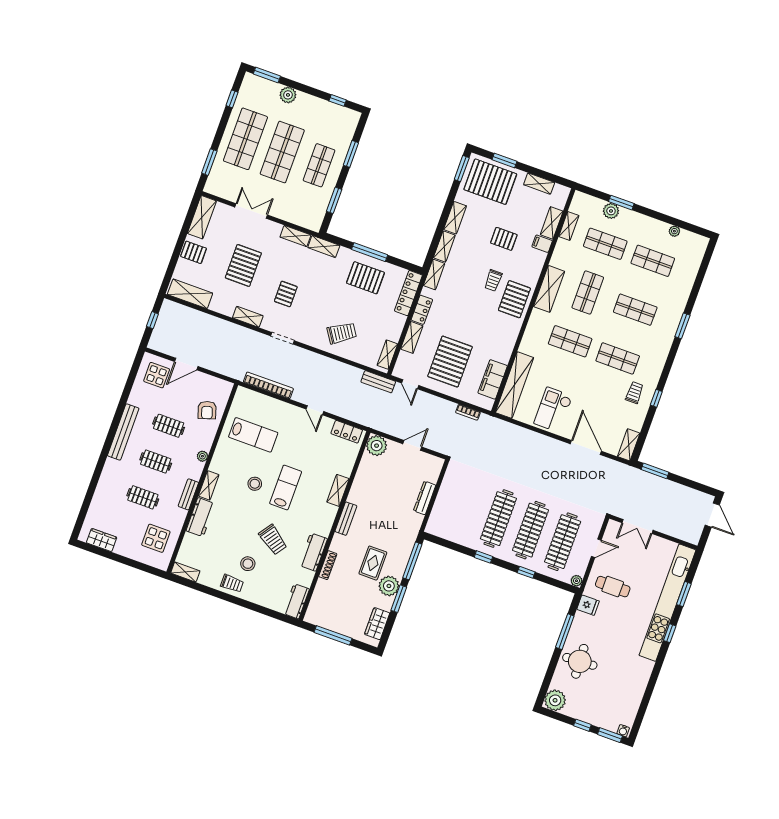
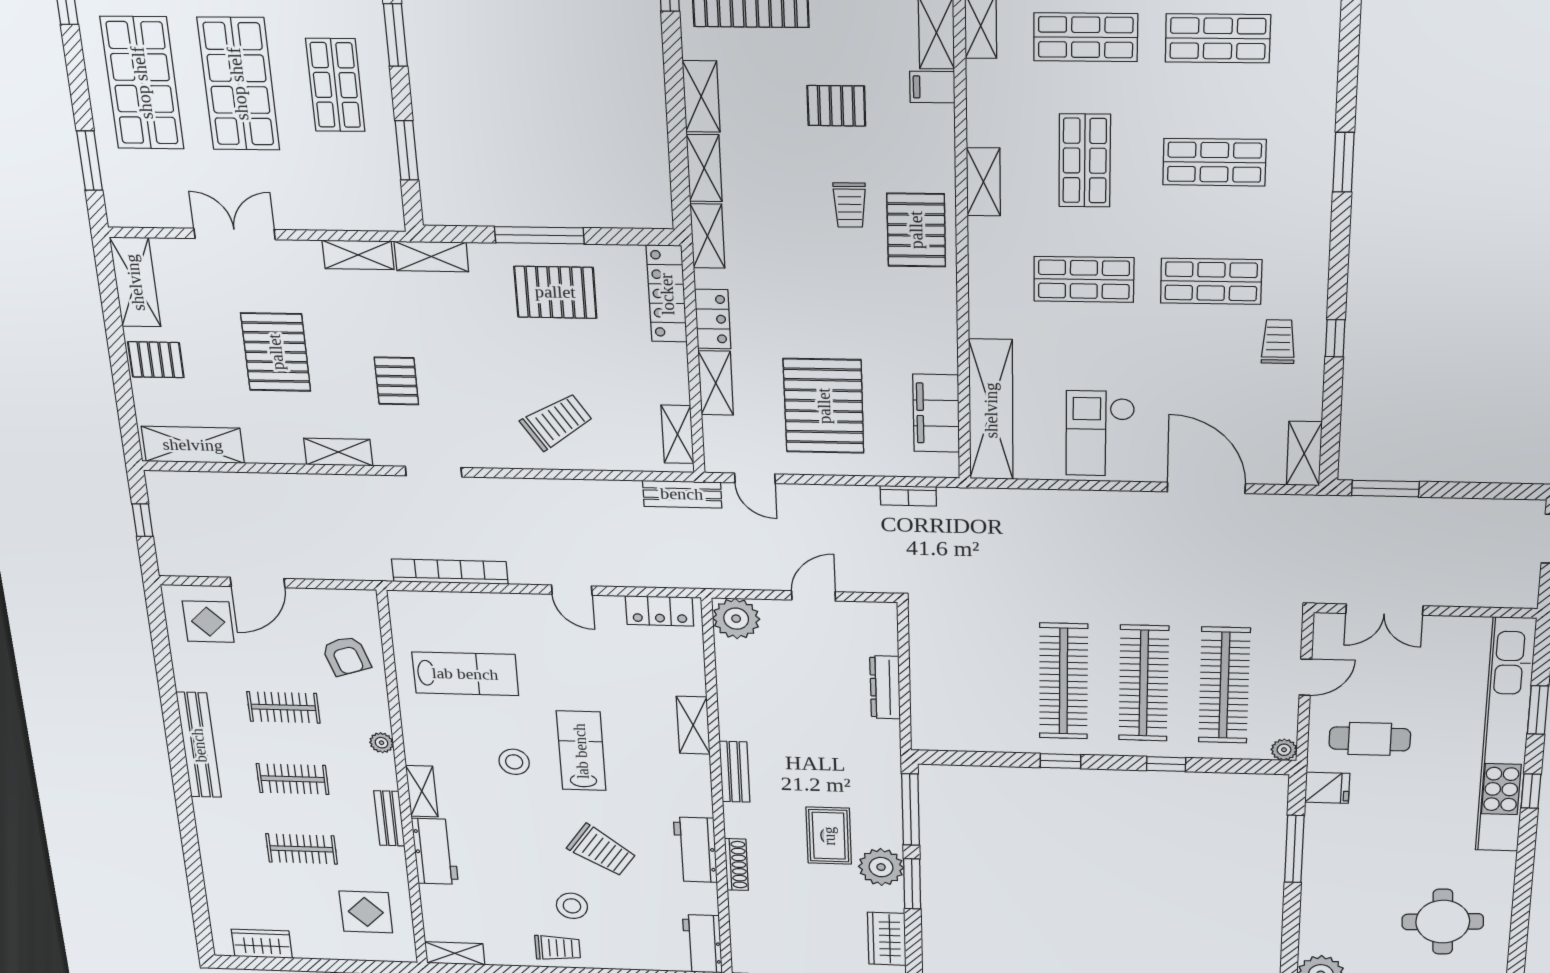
shelving: (549, 289) -> (983, 182), width x0.67, depth x0.75
round table: (580, 661) -> (1443, 922), moved

